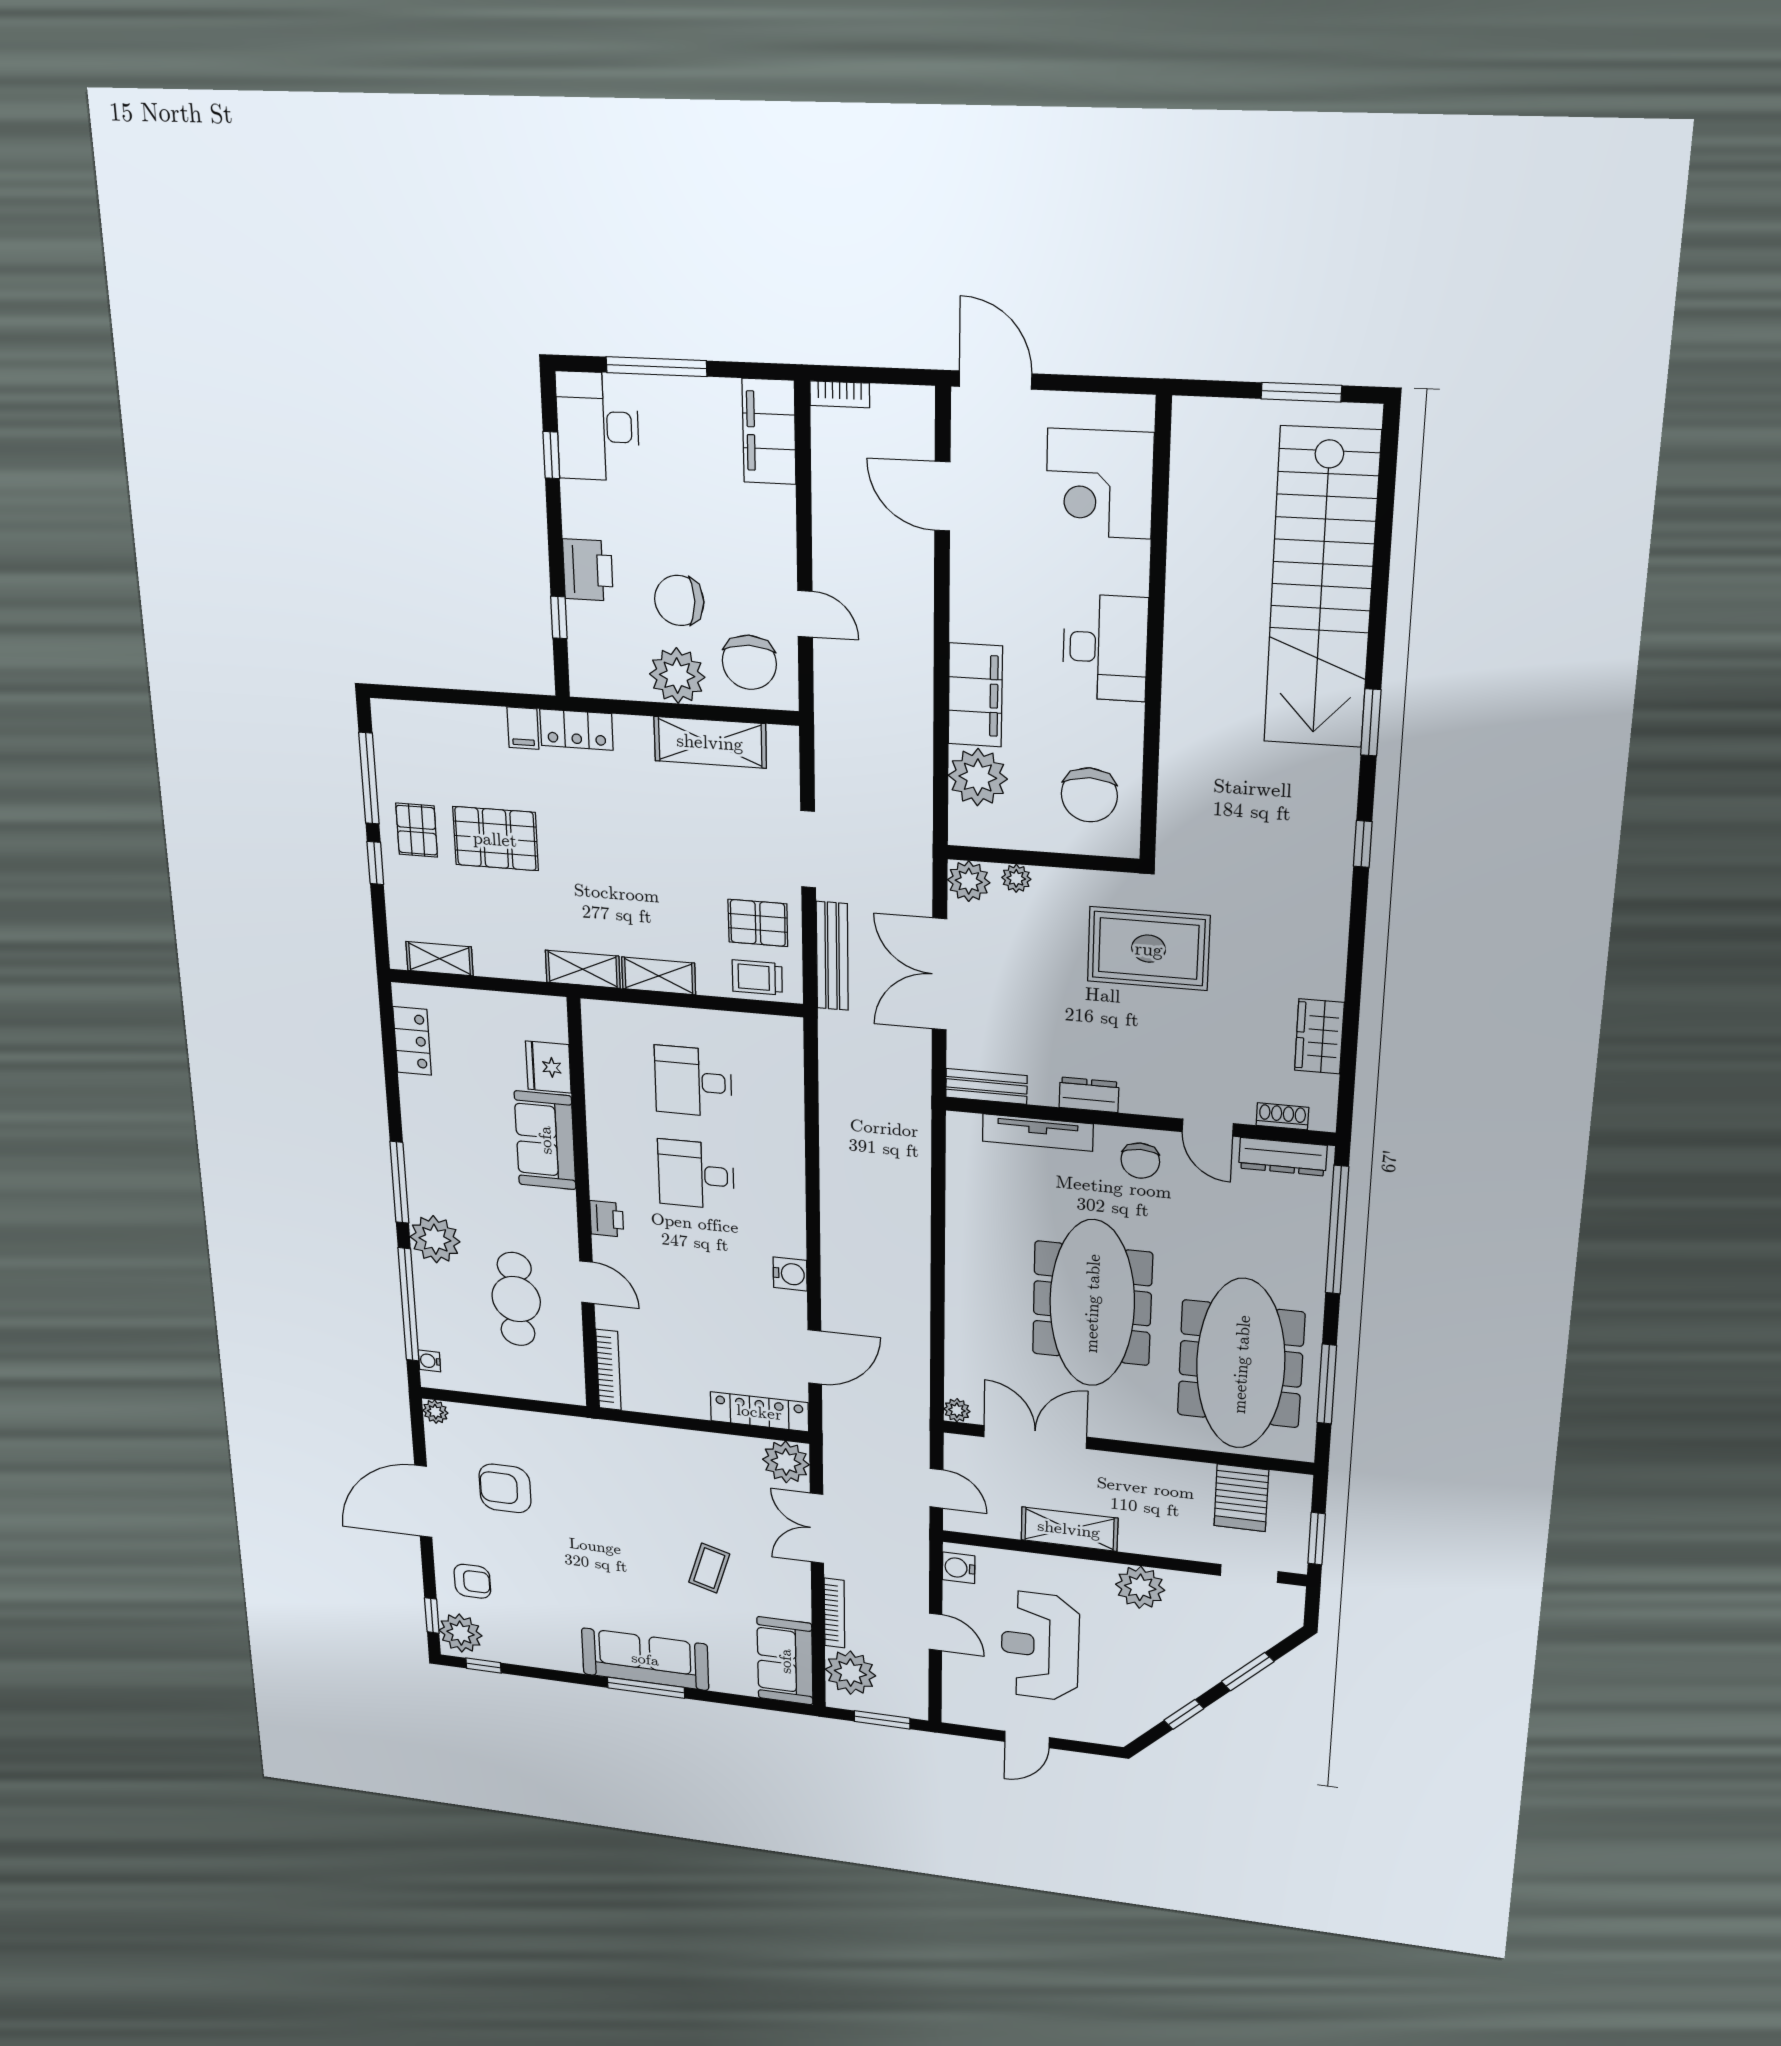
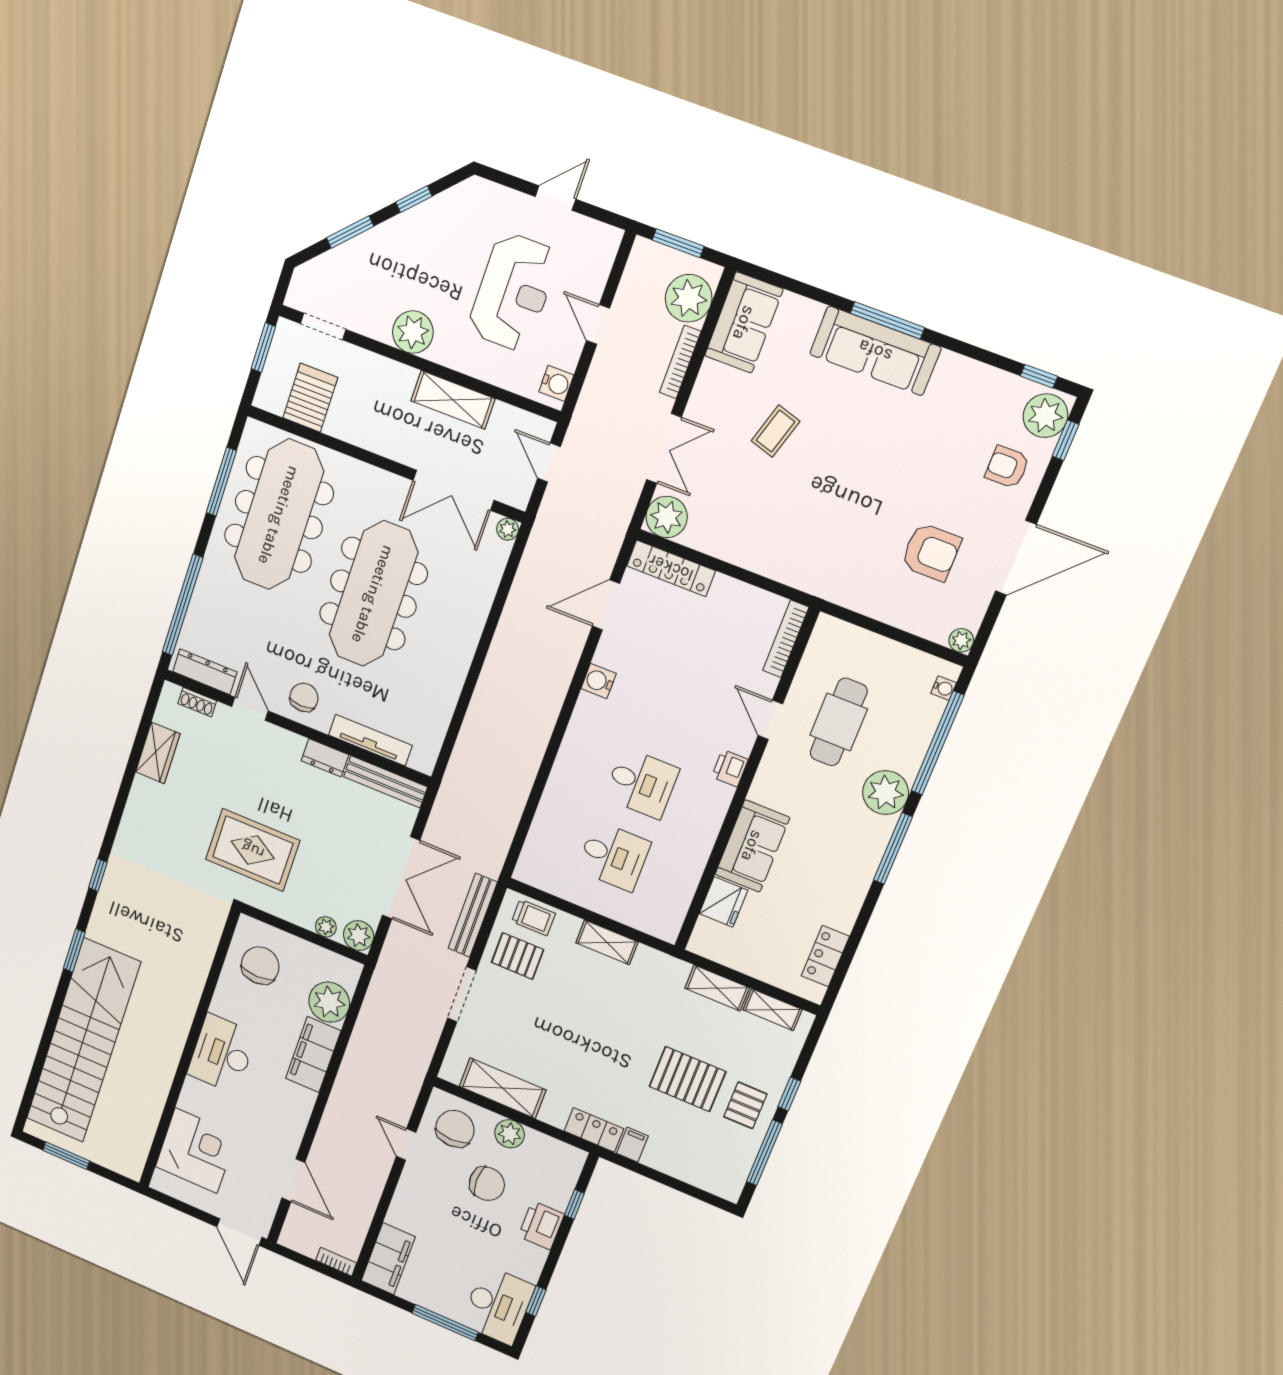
plant: (677, 676) -> (510, 1134), width x0.73, depth x0.73
shelving: (583, 969) -> (717, 988), moved
bench: (986, 1086) -> (385, 782), width x1.36

